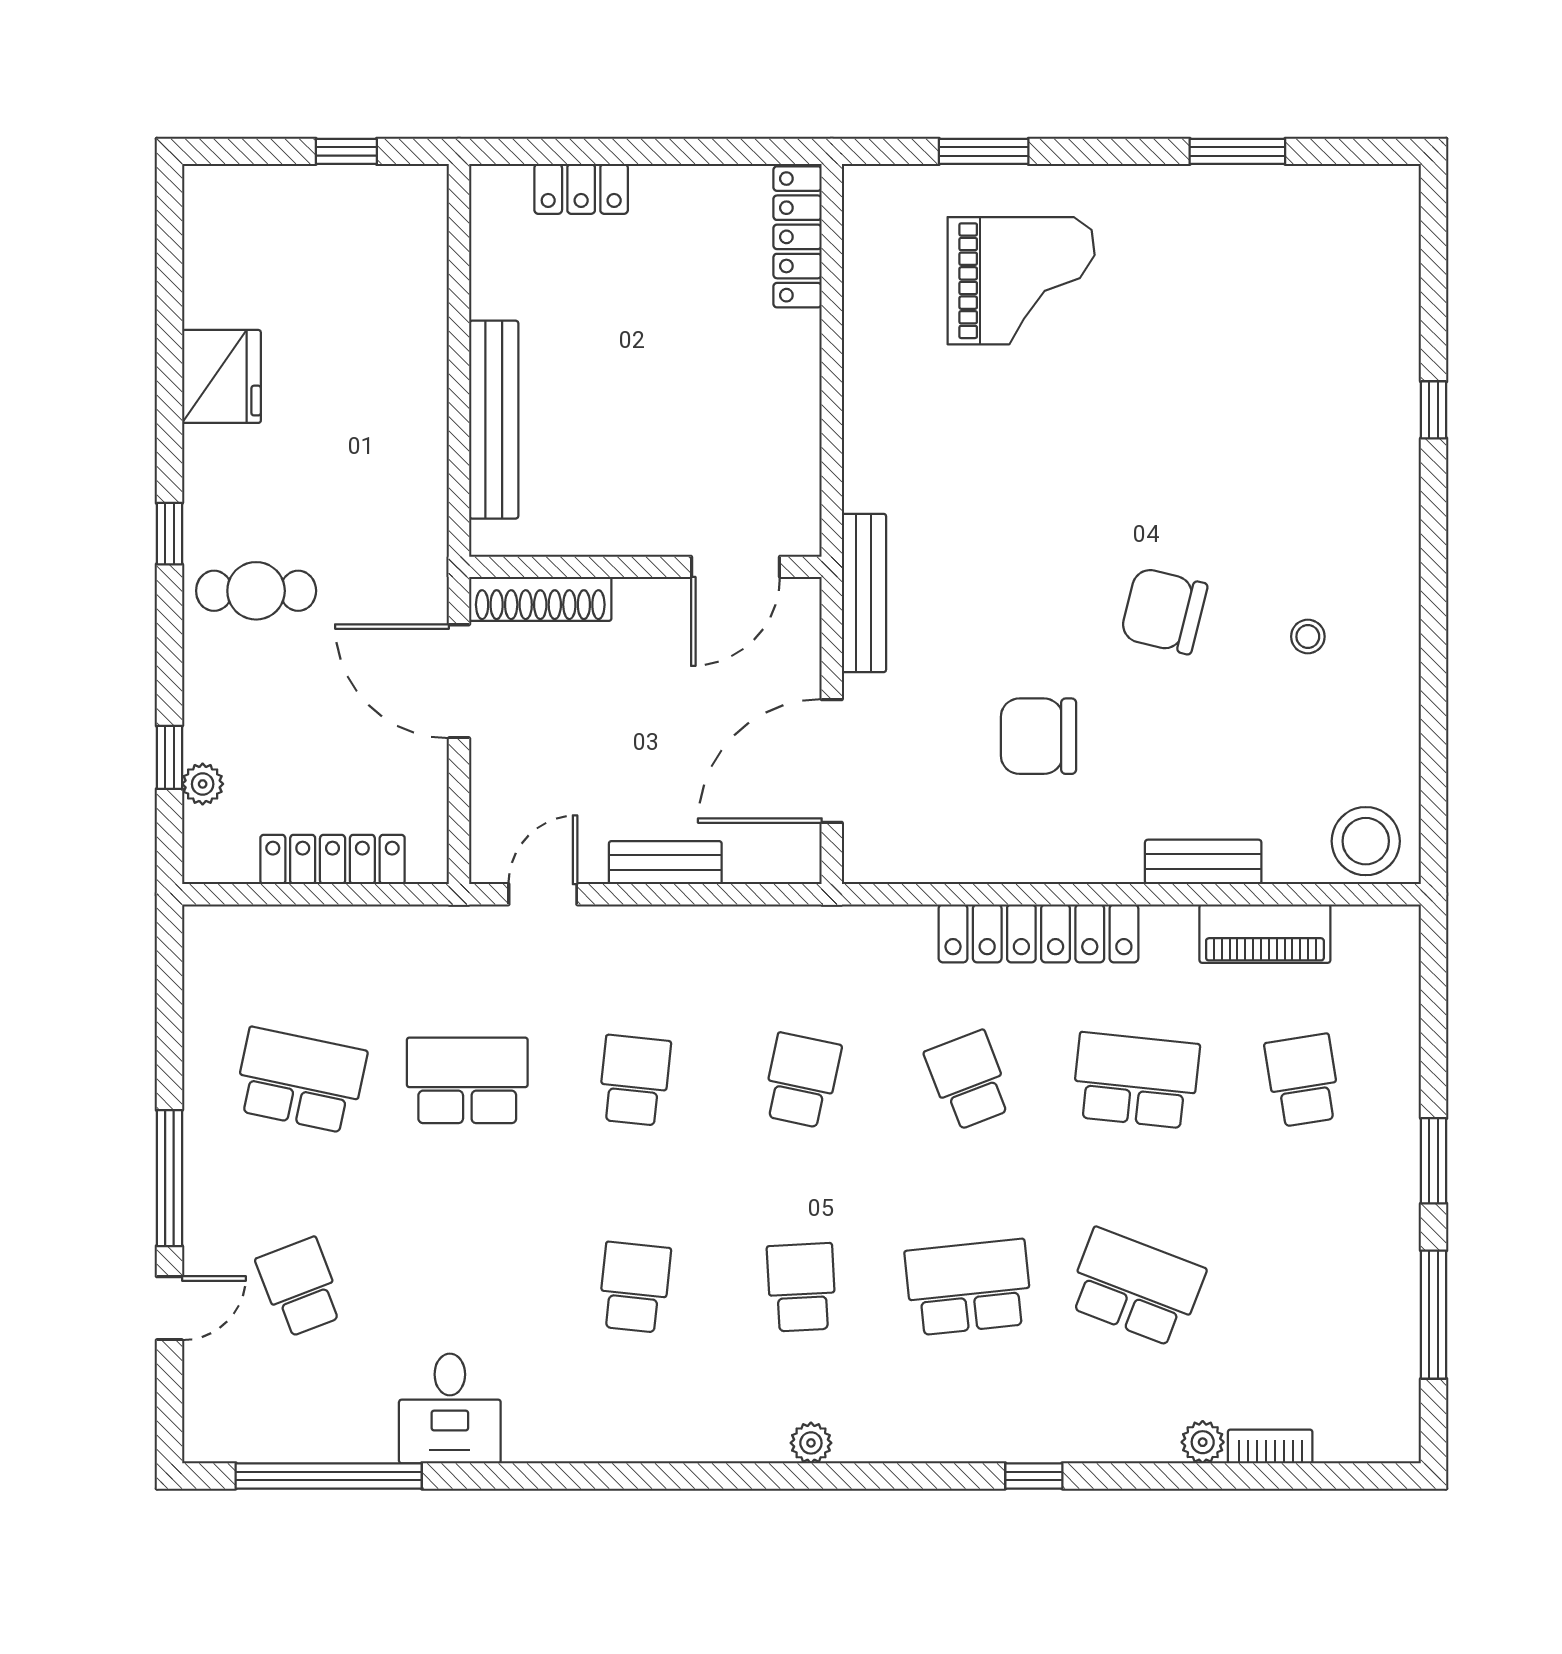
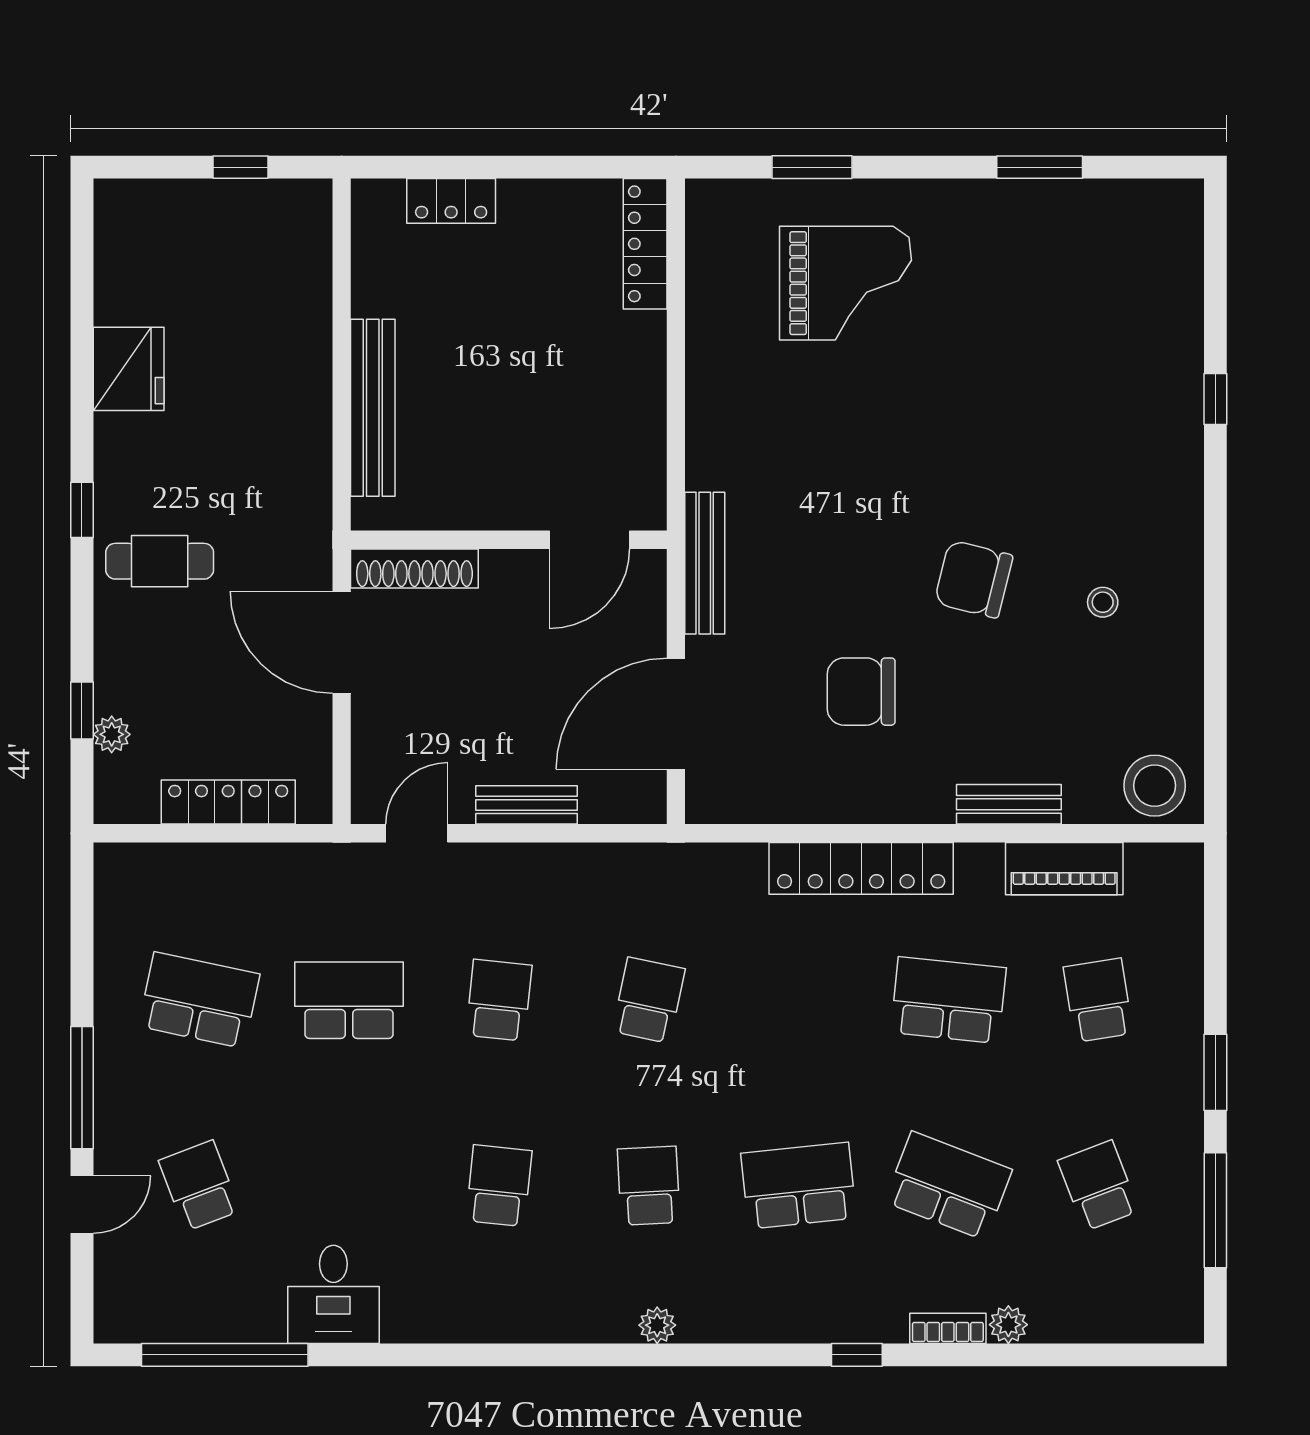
school desk: (969, 1080) -> (1098, 1186), moved
bookcase: (1270, 1446) -> (948, 1328), moved

